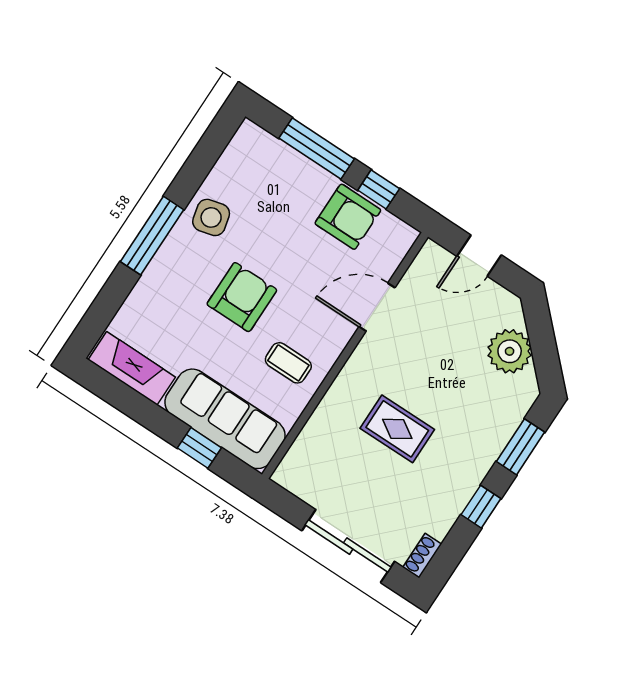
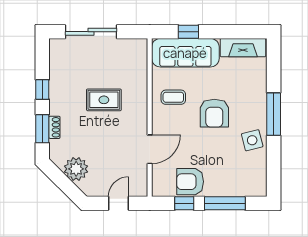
shoe rack: (422, 556) -> (54, 127), moved

